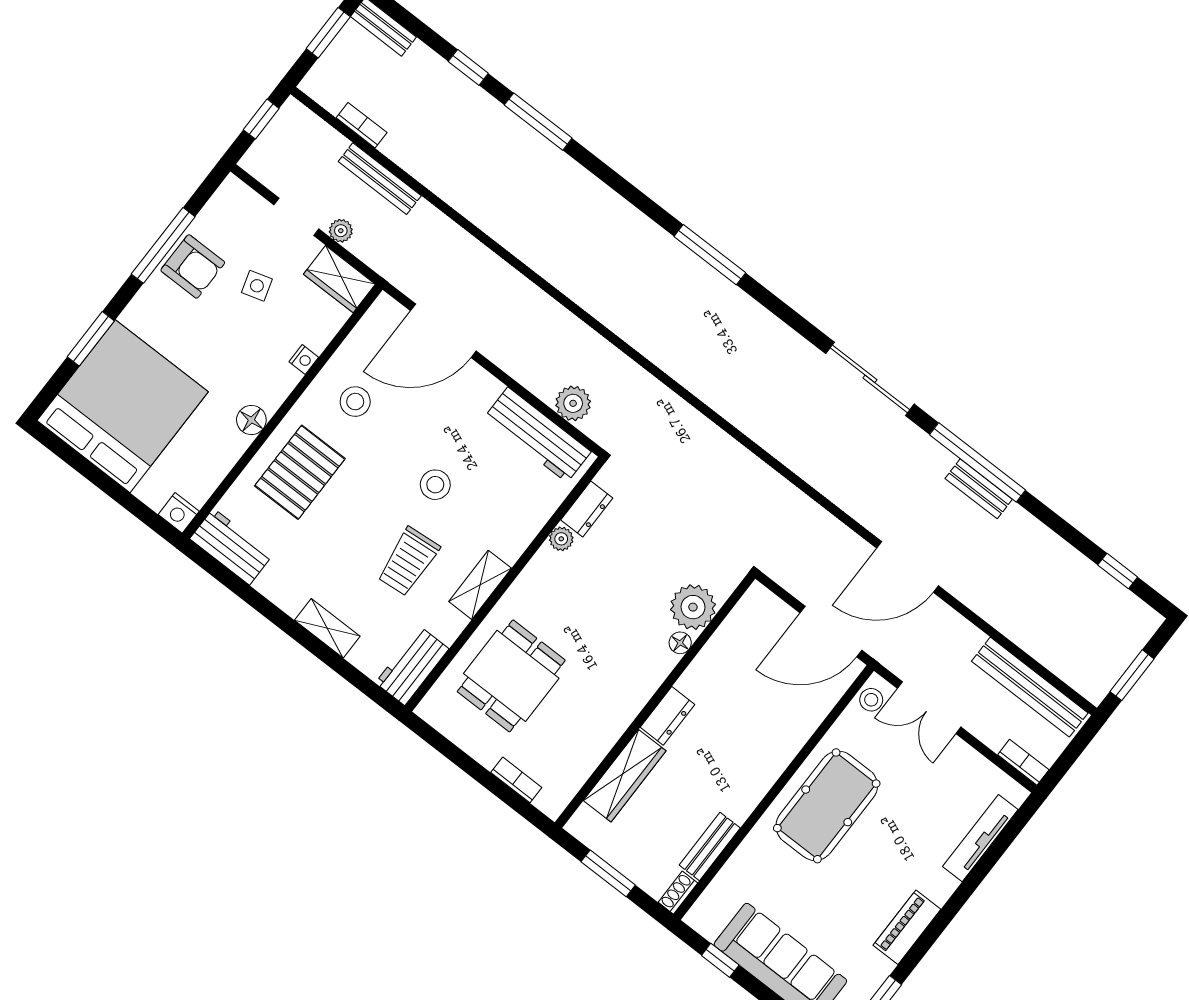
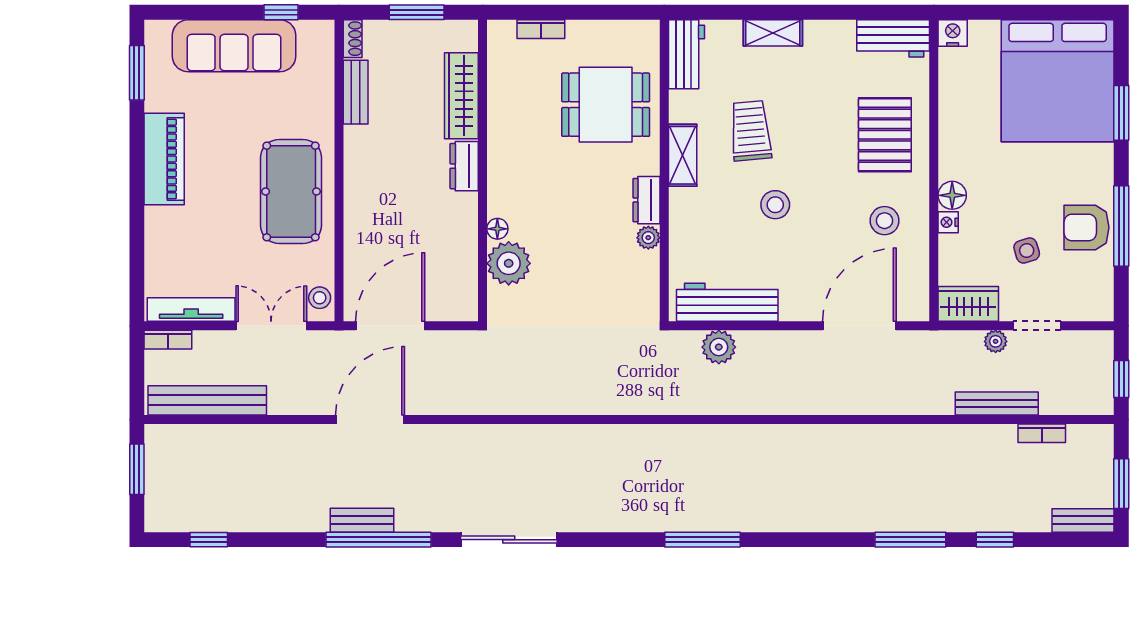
floor lamp: (251, 420) -> (952, 195), moved
dresser: (587, 509) -> (646, 200), moved
dining table: (511, 676) -> (606, 105), turned 90
tv unit: (980, 838) -> (191, 309), moved, turned -90
piano: (907, 927) -> (164, 159), width x1.37, depth x1.33

